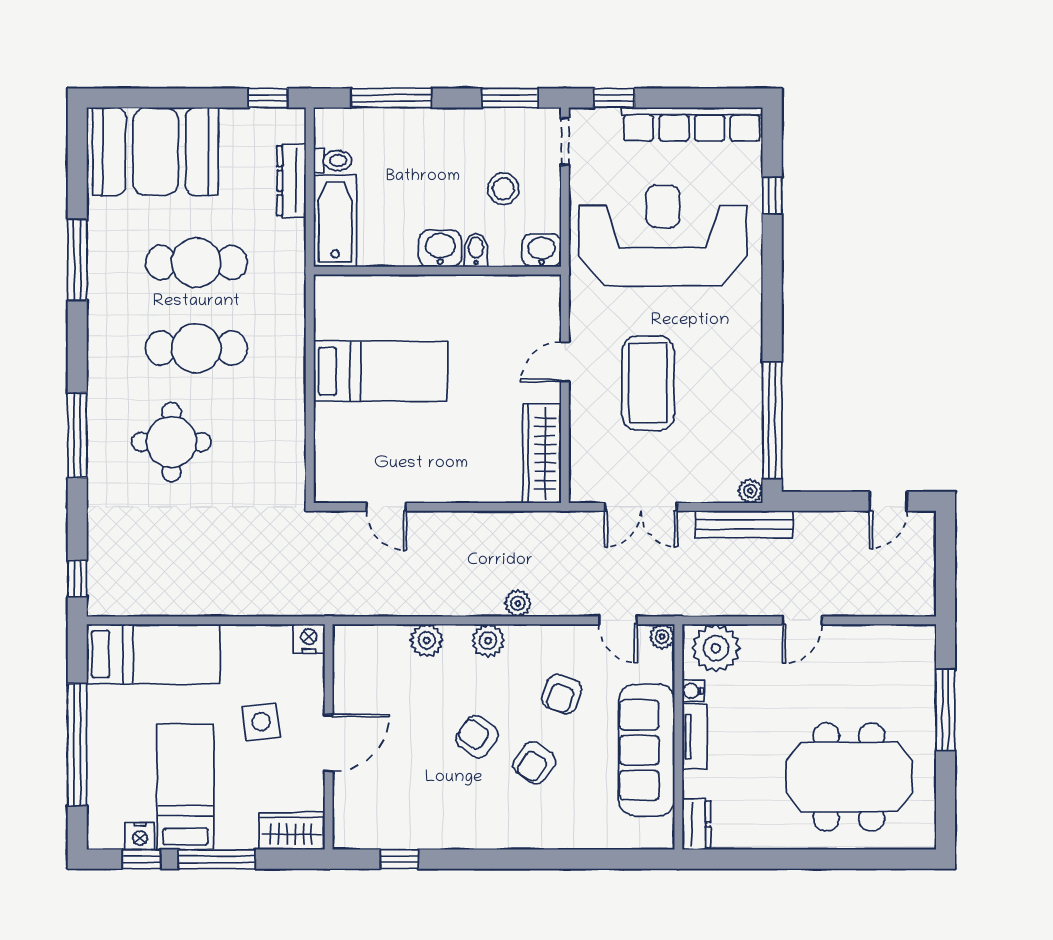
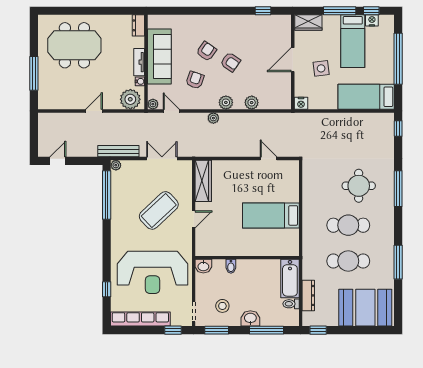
stool: (503, 189) -> (222, 306), moved
washbasin: (440, 248) -> (250, 318), moved, turned 180
coffee table: (648, 383) -> (159, 210), turned 47

